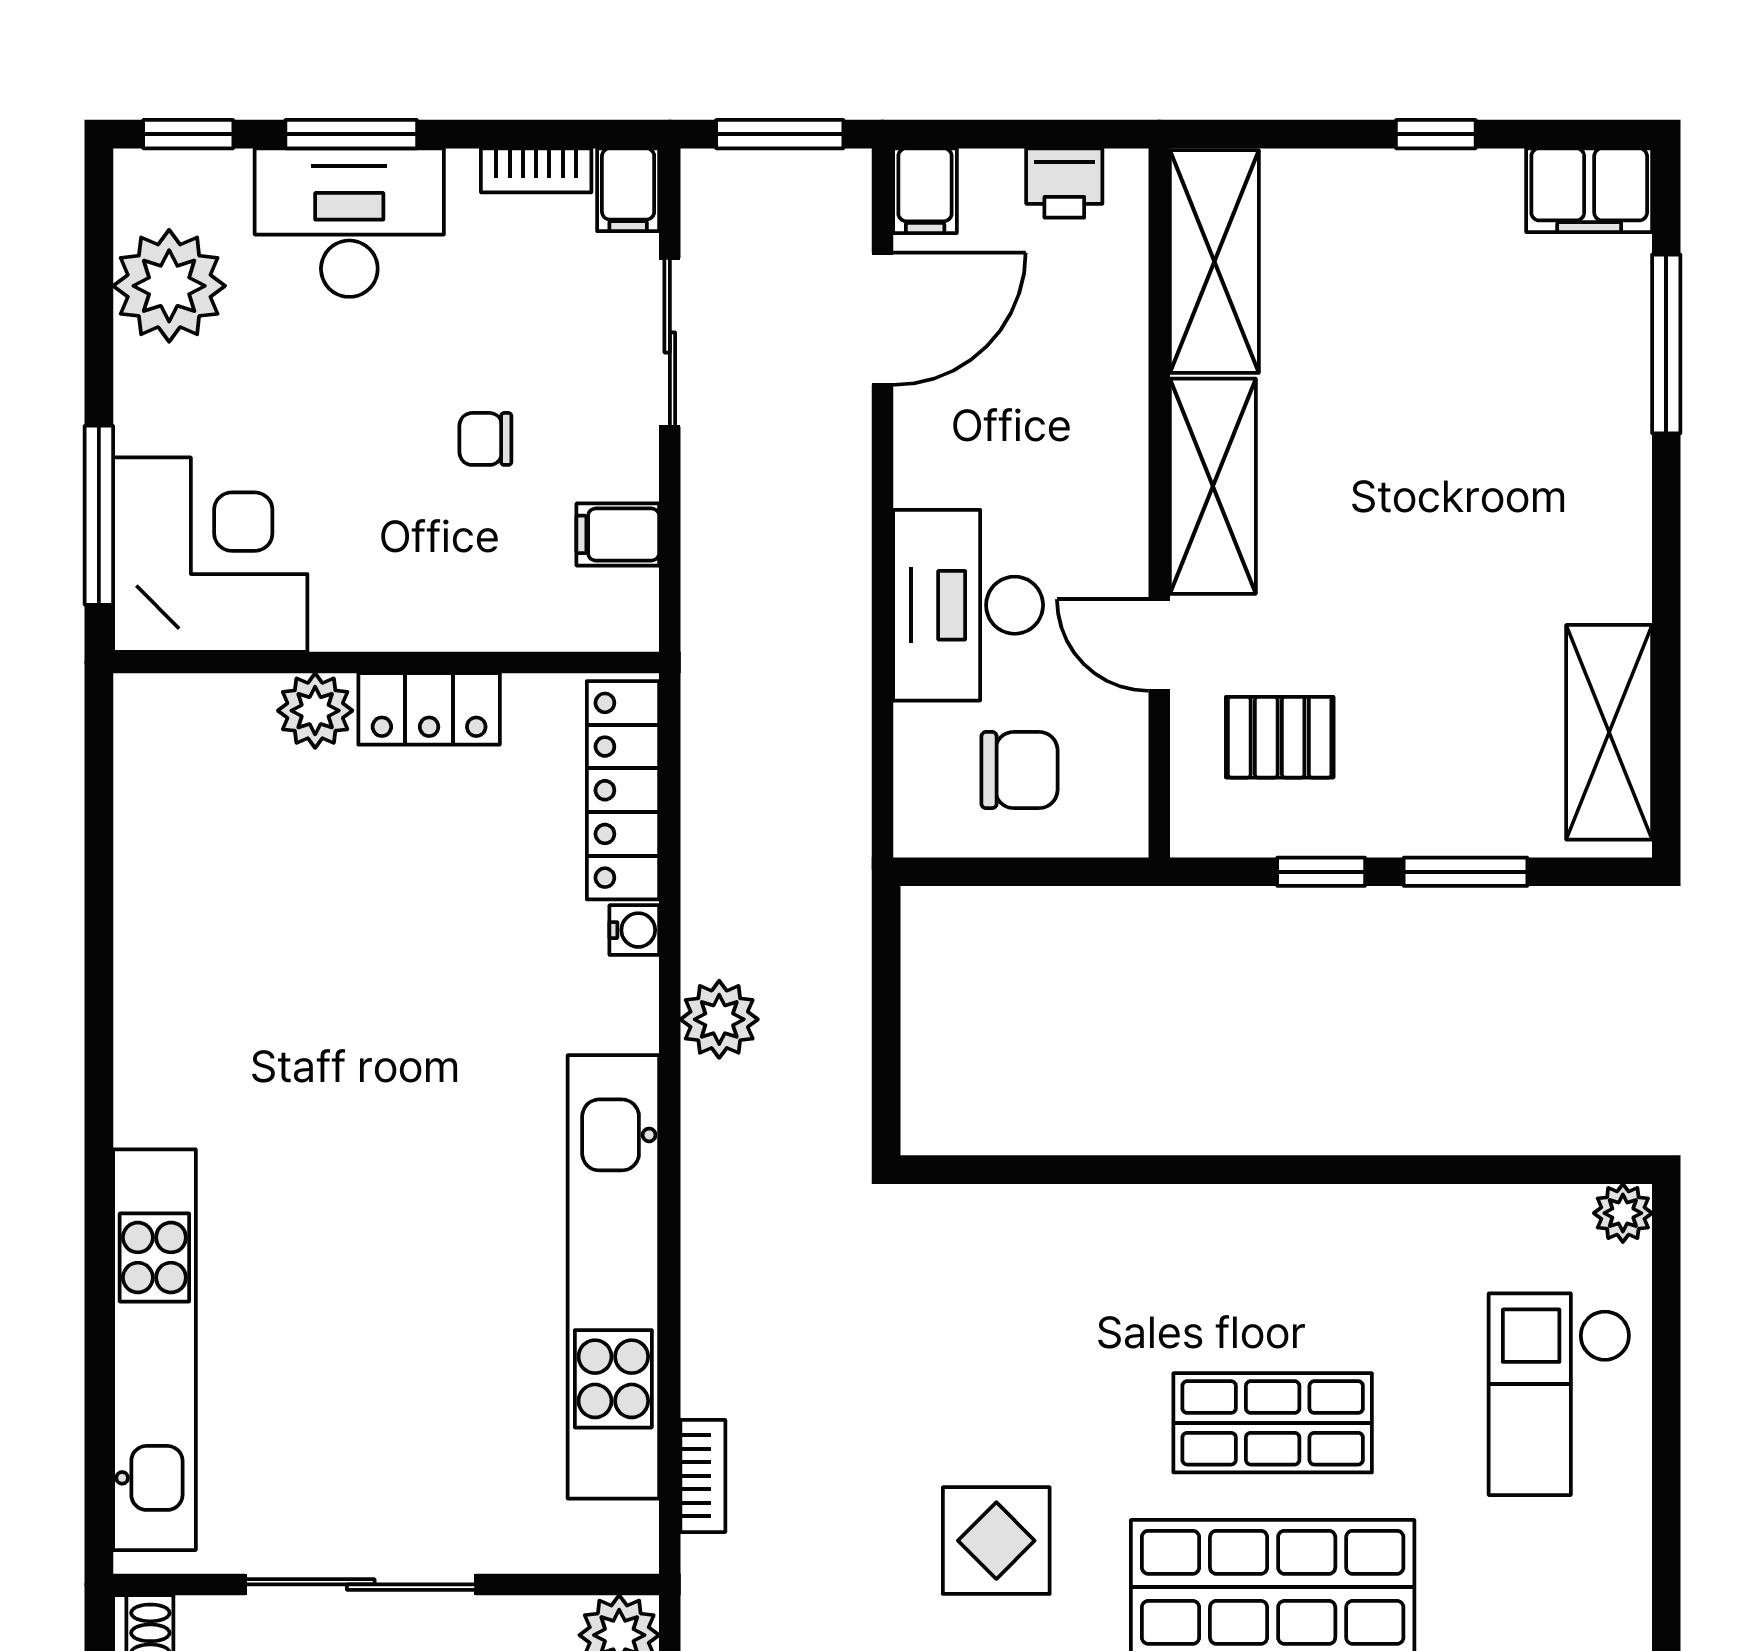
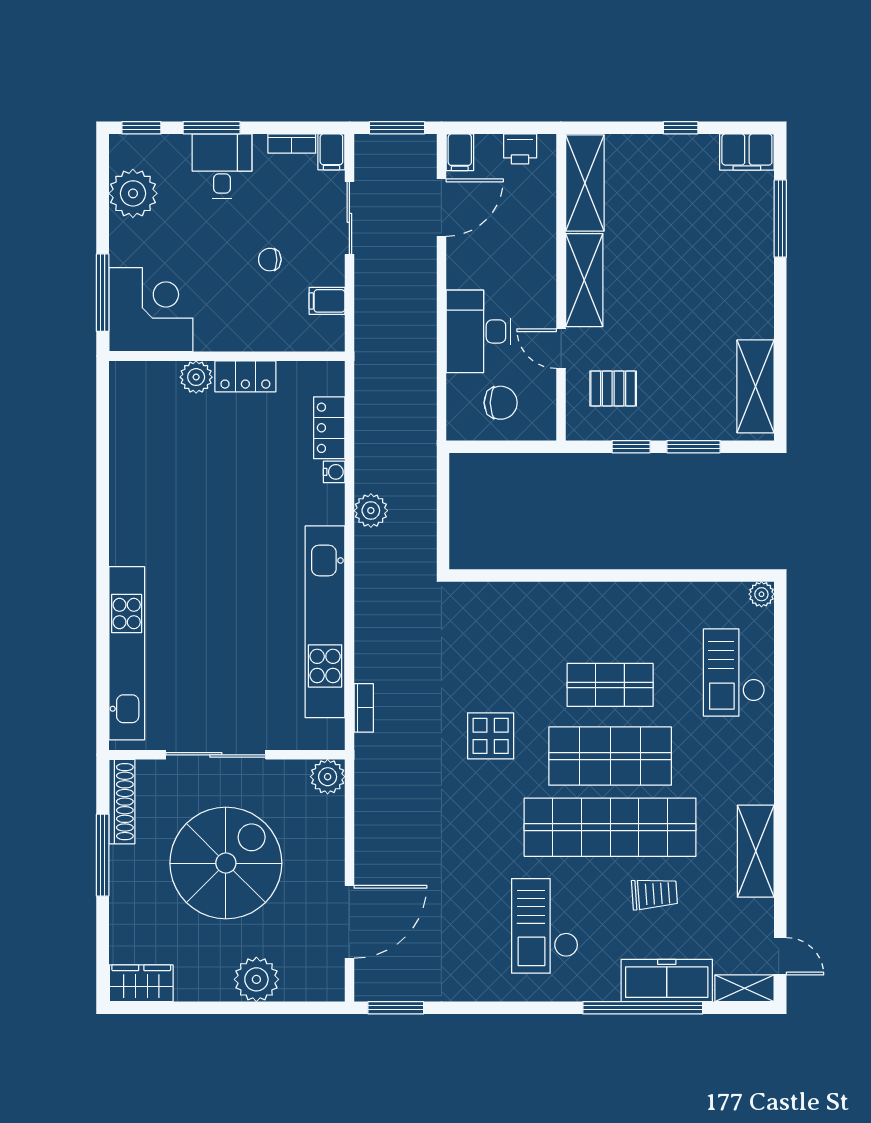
desk: (349, 223) -> (222, 166), width x0.73
locker: (623, 790) -> (329, 428), width x0.66

